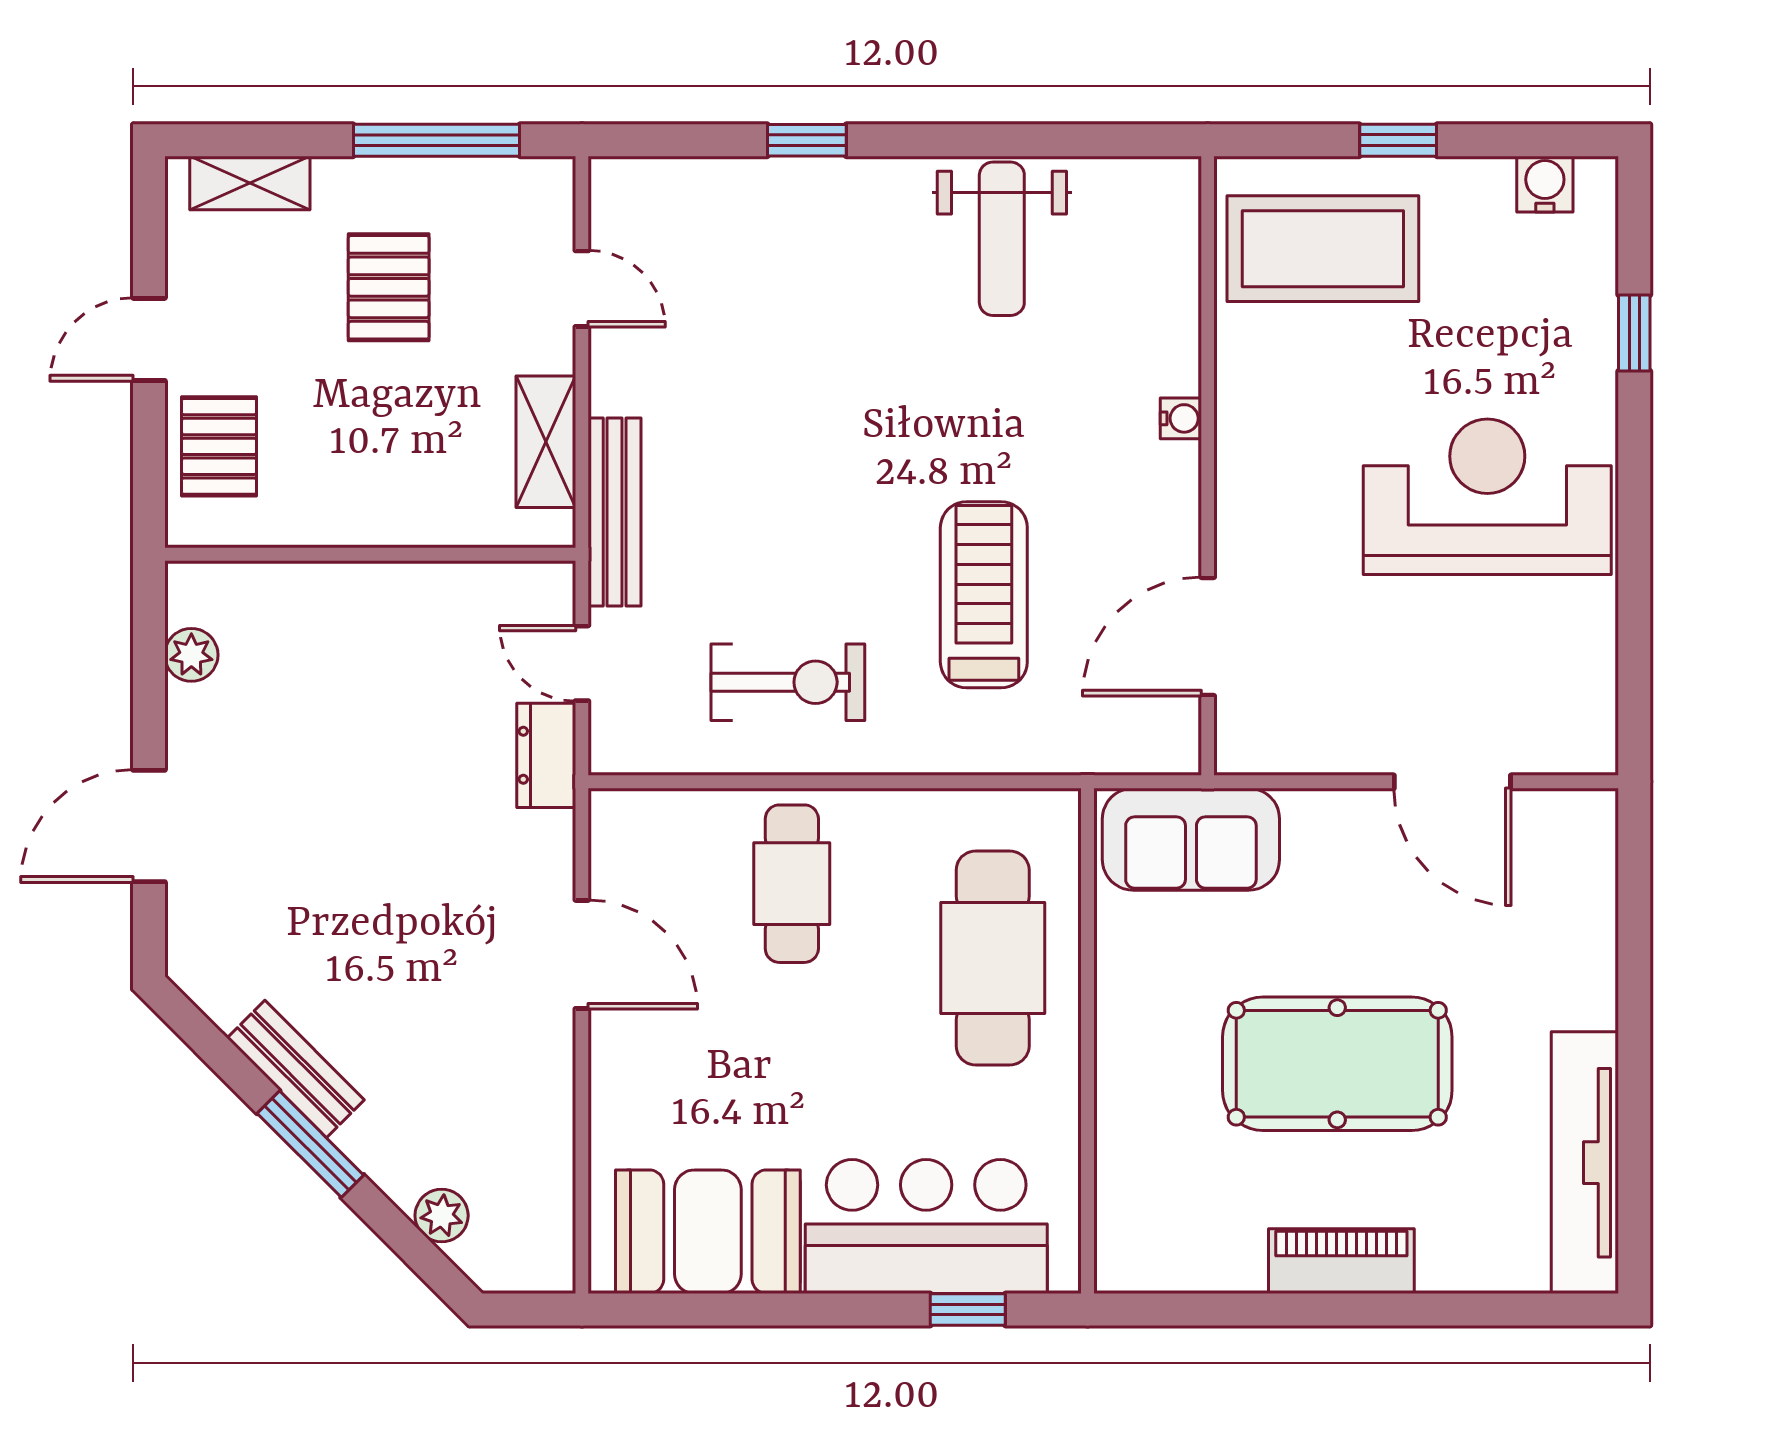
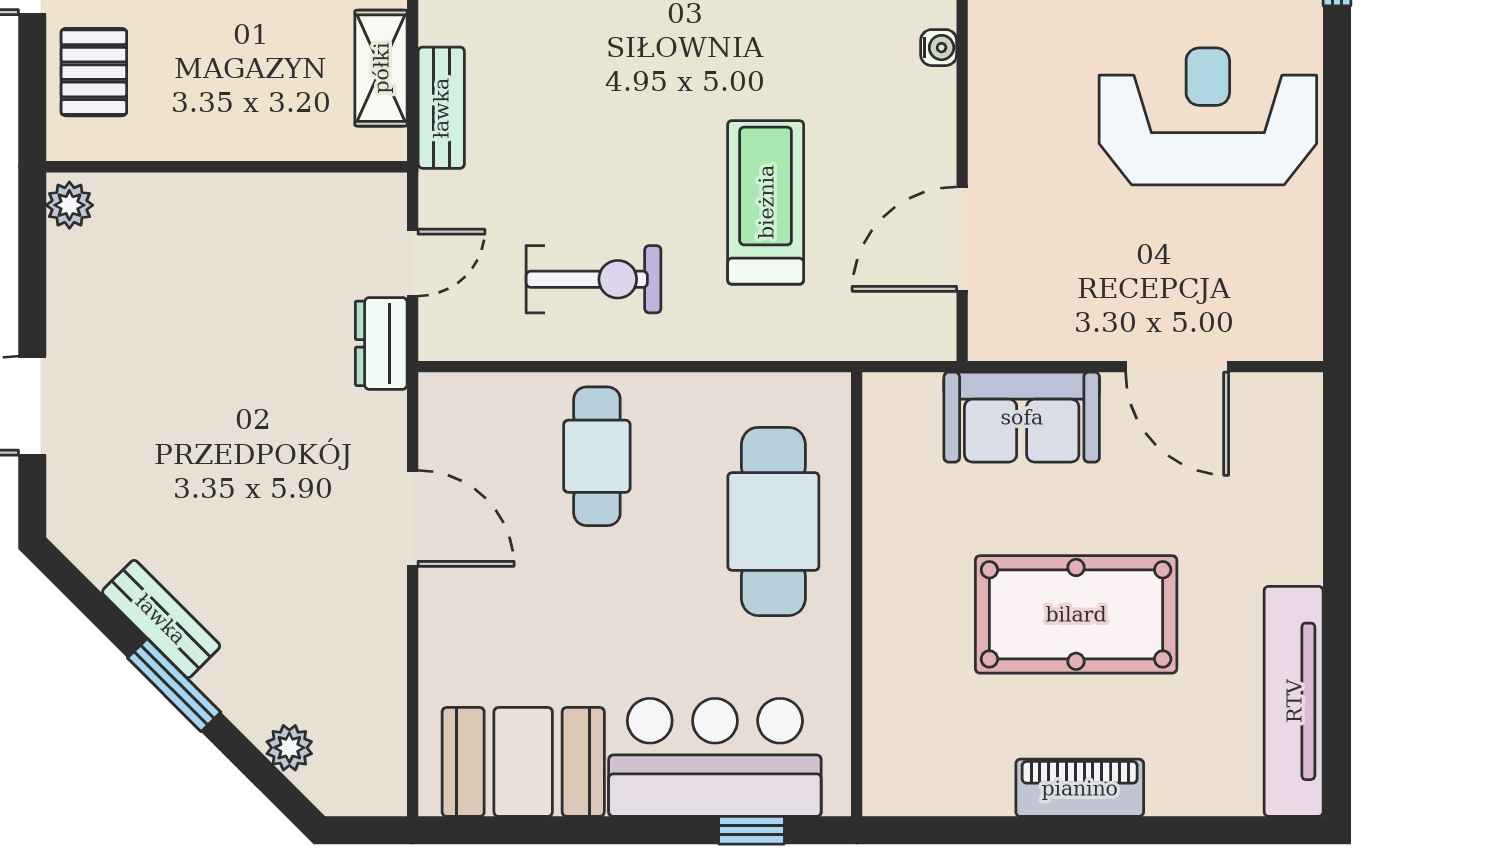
bench: (615, 512) -> (441, 108), width x0.73
plant: (191, 655) -> (69, 205), moved
door: (582, 663) -> (413, 263), swing flipped
sofa: (1191, 839) -> (1022, 417), moved

